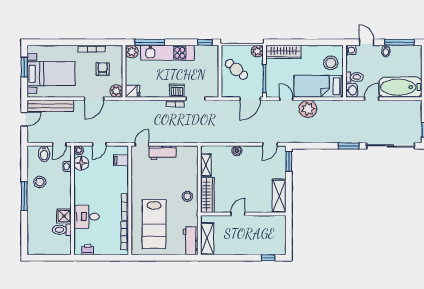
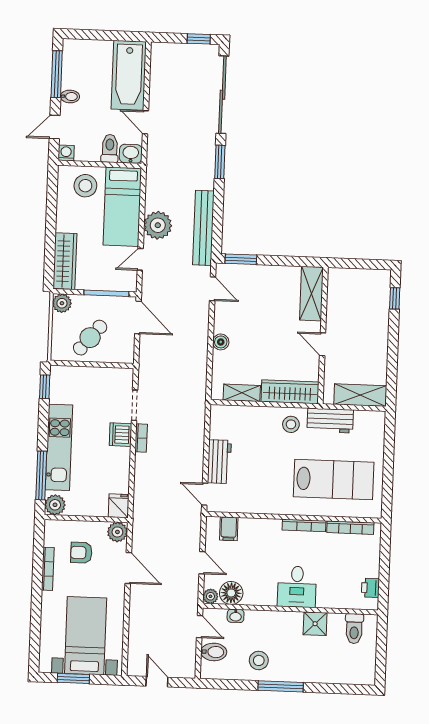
bench: (50, 106) -> (203, 228), moved
shelving: (279, 196) -> (311, 294), moved, turned 90
desk: (87, 217) -> (297, 587), moved
toilet: (62, 230) -> (354, 629), moved
workbench: (191, 241) -> (330, 421), moved

